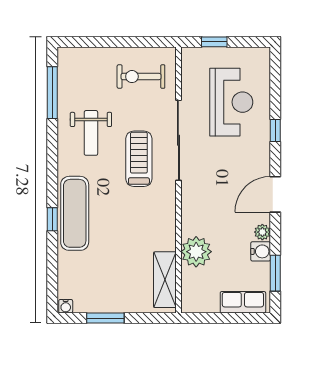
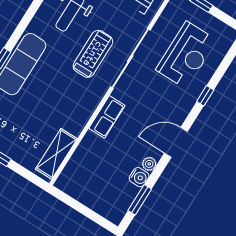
plant: (196, 252) -> (92, 148), removed
row of seats: (243, 302) -> (107, 117), moved, turned 90

